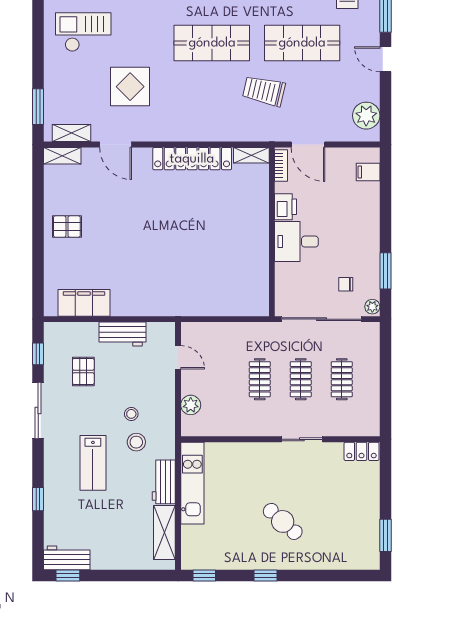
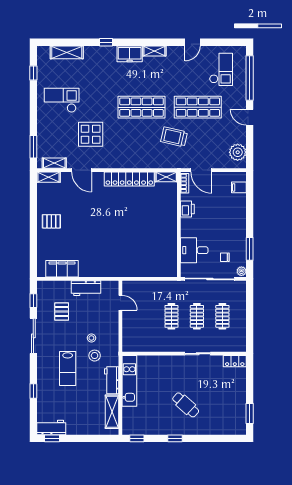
desk: (296, 242) -> (194, 250), moved
plant: (191, 405) -> (128, 332), removed

